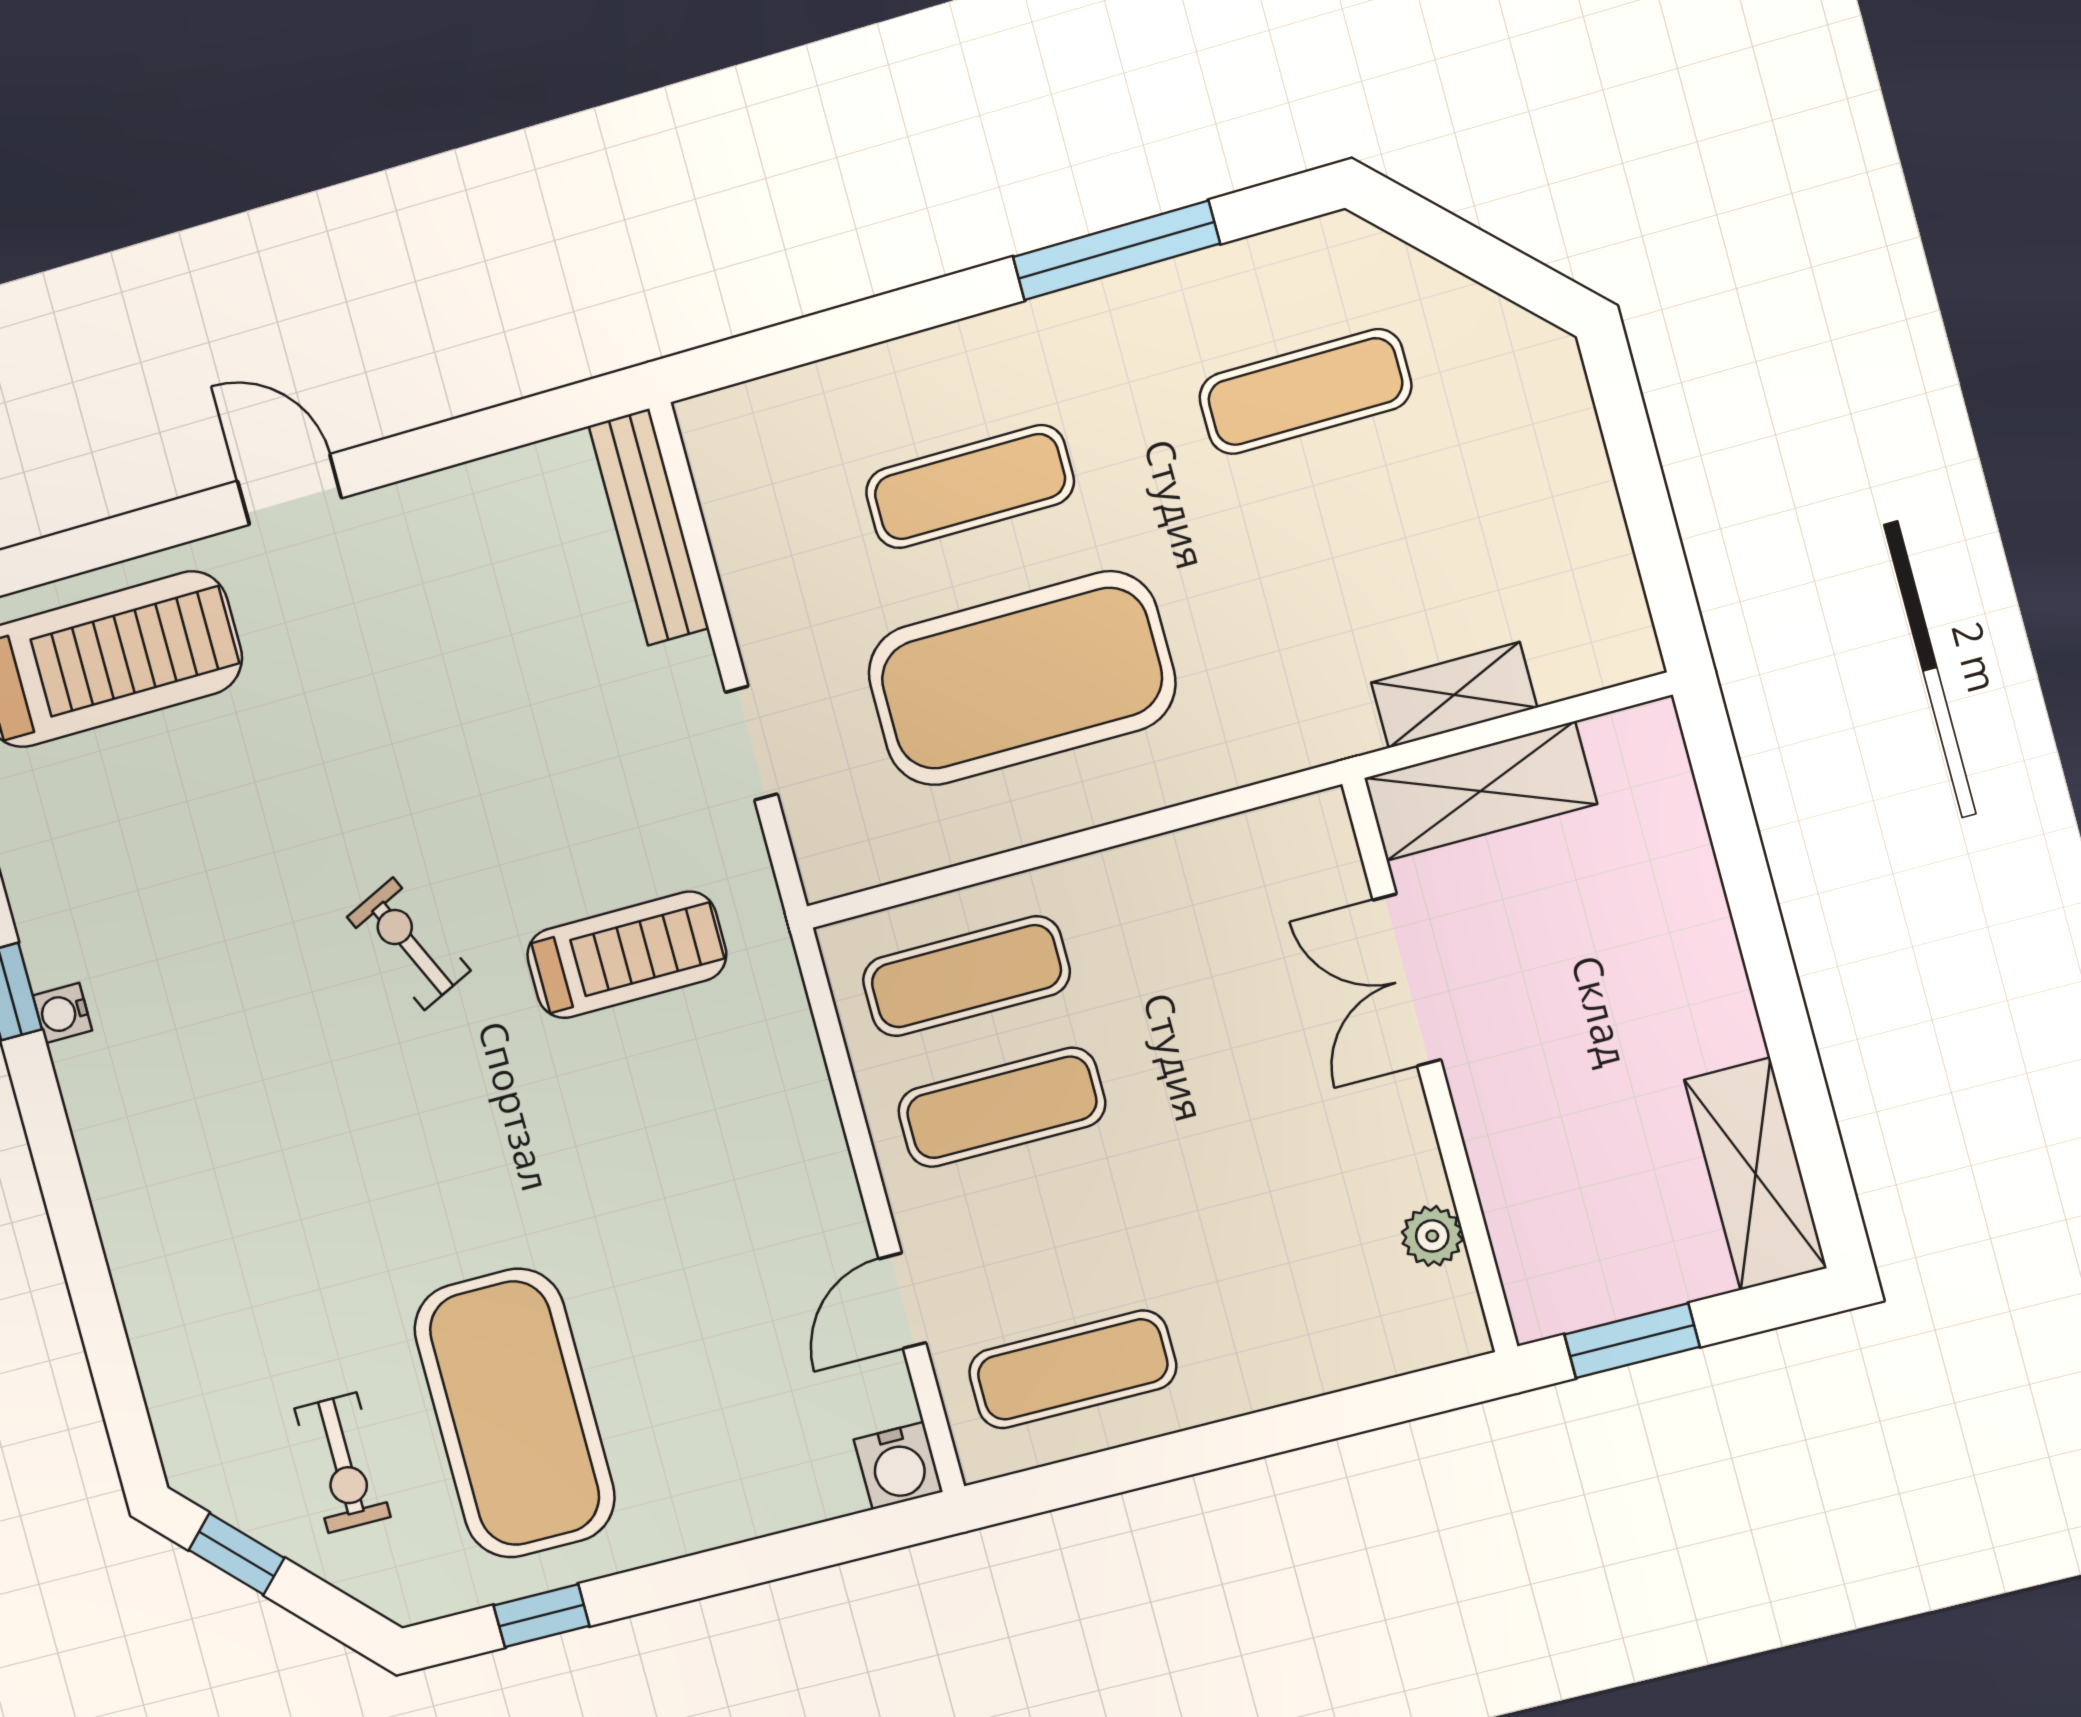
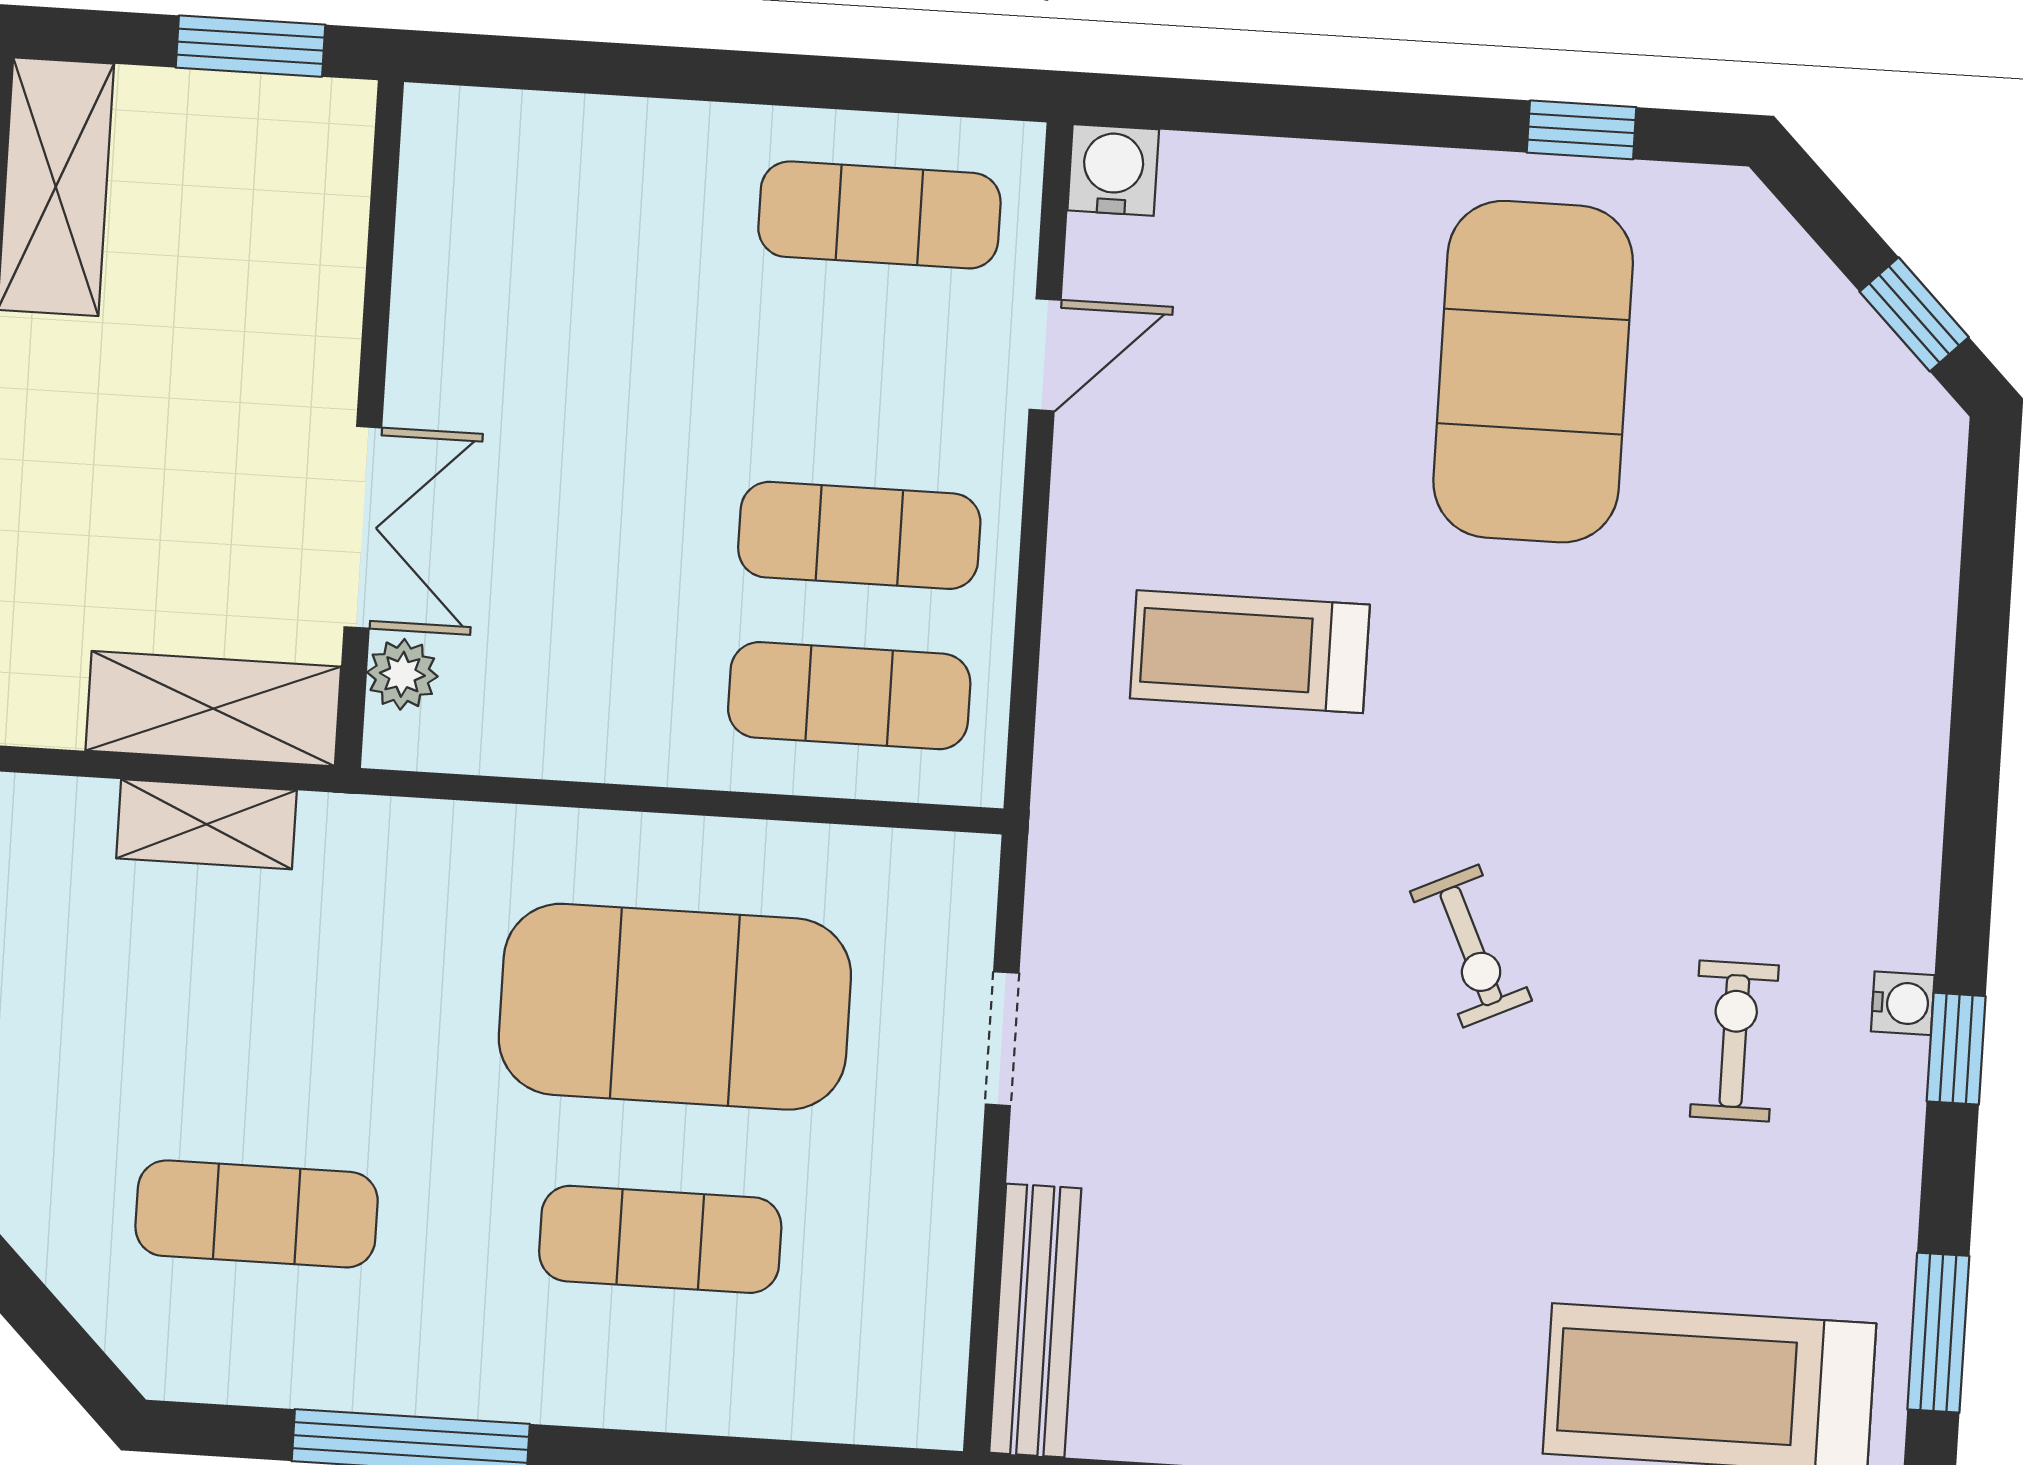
treadmill: (627, 955) -> (1250, 652), moved
plant: (1432, 1236) -> (402, 674), moved
exercise bike: (343, 1463) -> (1734, 1041), moved

